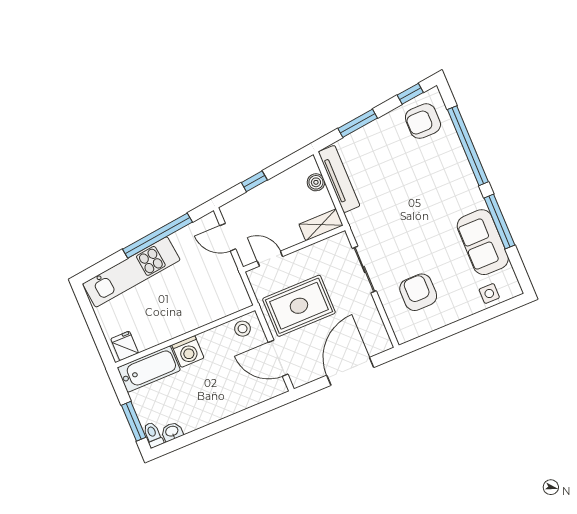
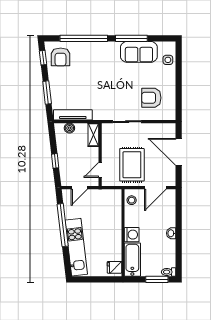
washbasin: (172, 432) -> (171, 233), moved

